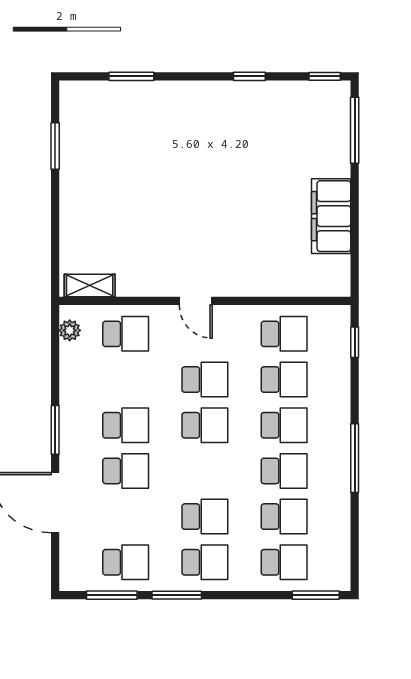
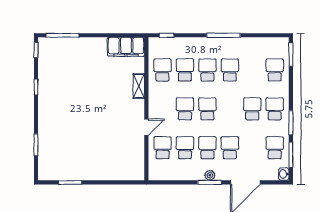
filing cabinet: (331, 216) -> (126, 47), moved
shelving: (90, 286) -> (139, 86), moved
door: (196, 301) -> (146, 127), moved
plant: (70, 330) -> (210, 175), moved
school desk: (284, 517) -> (185, 148), moved
washbasin: (72, 581) -> (284, 174), added

